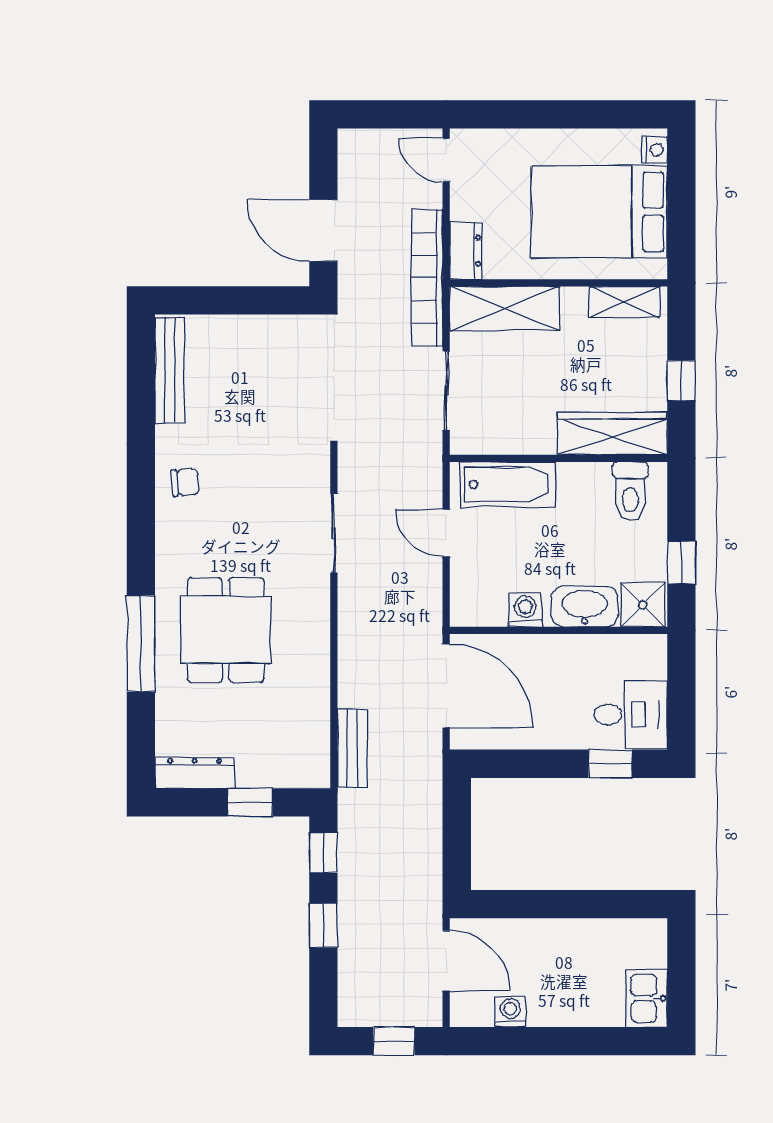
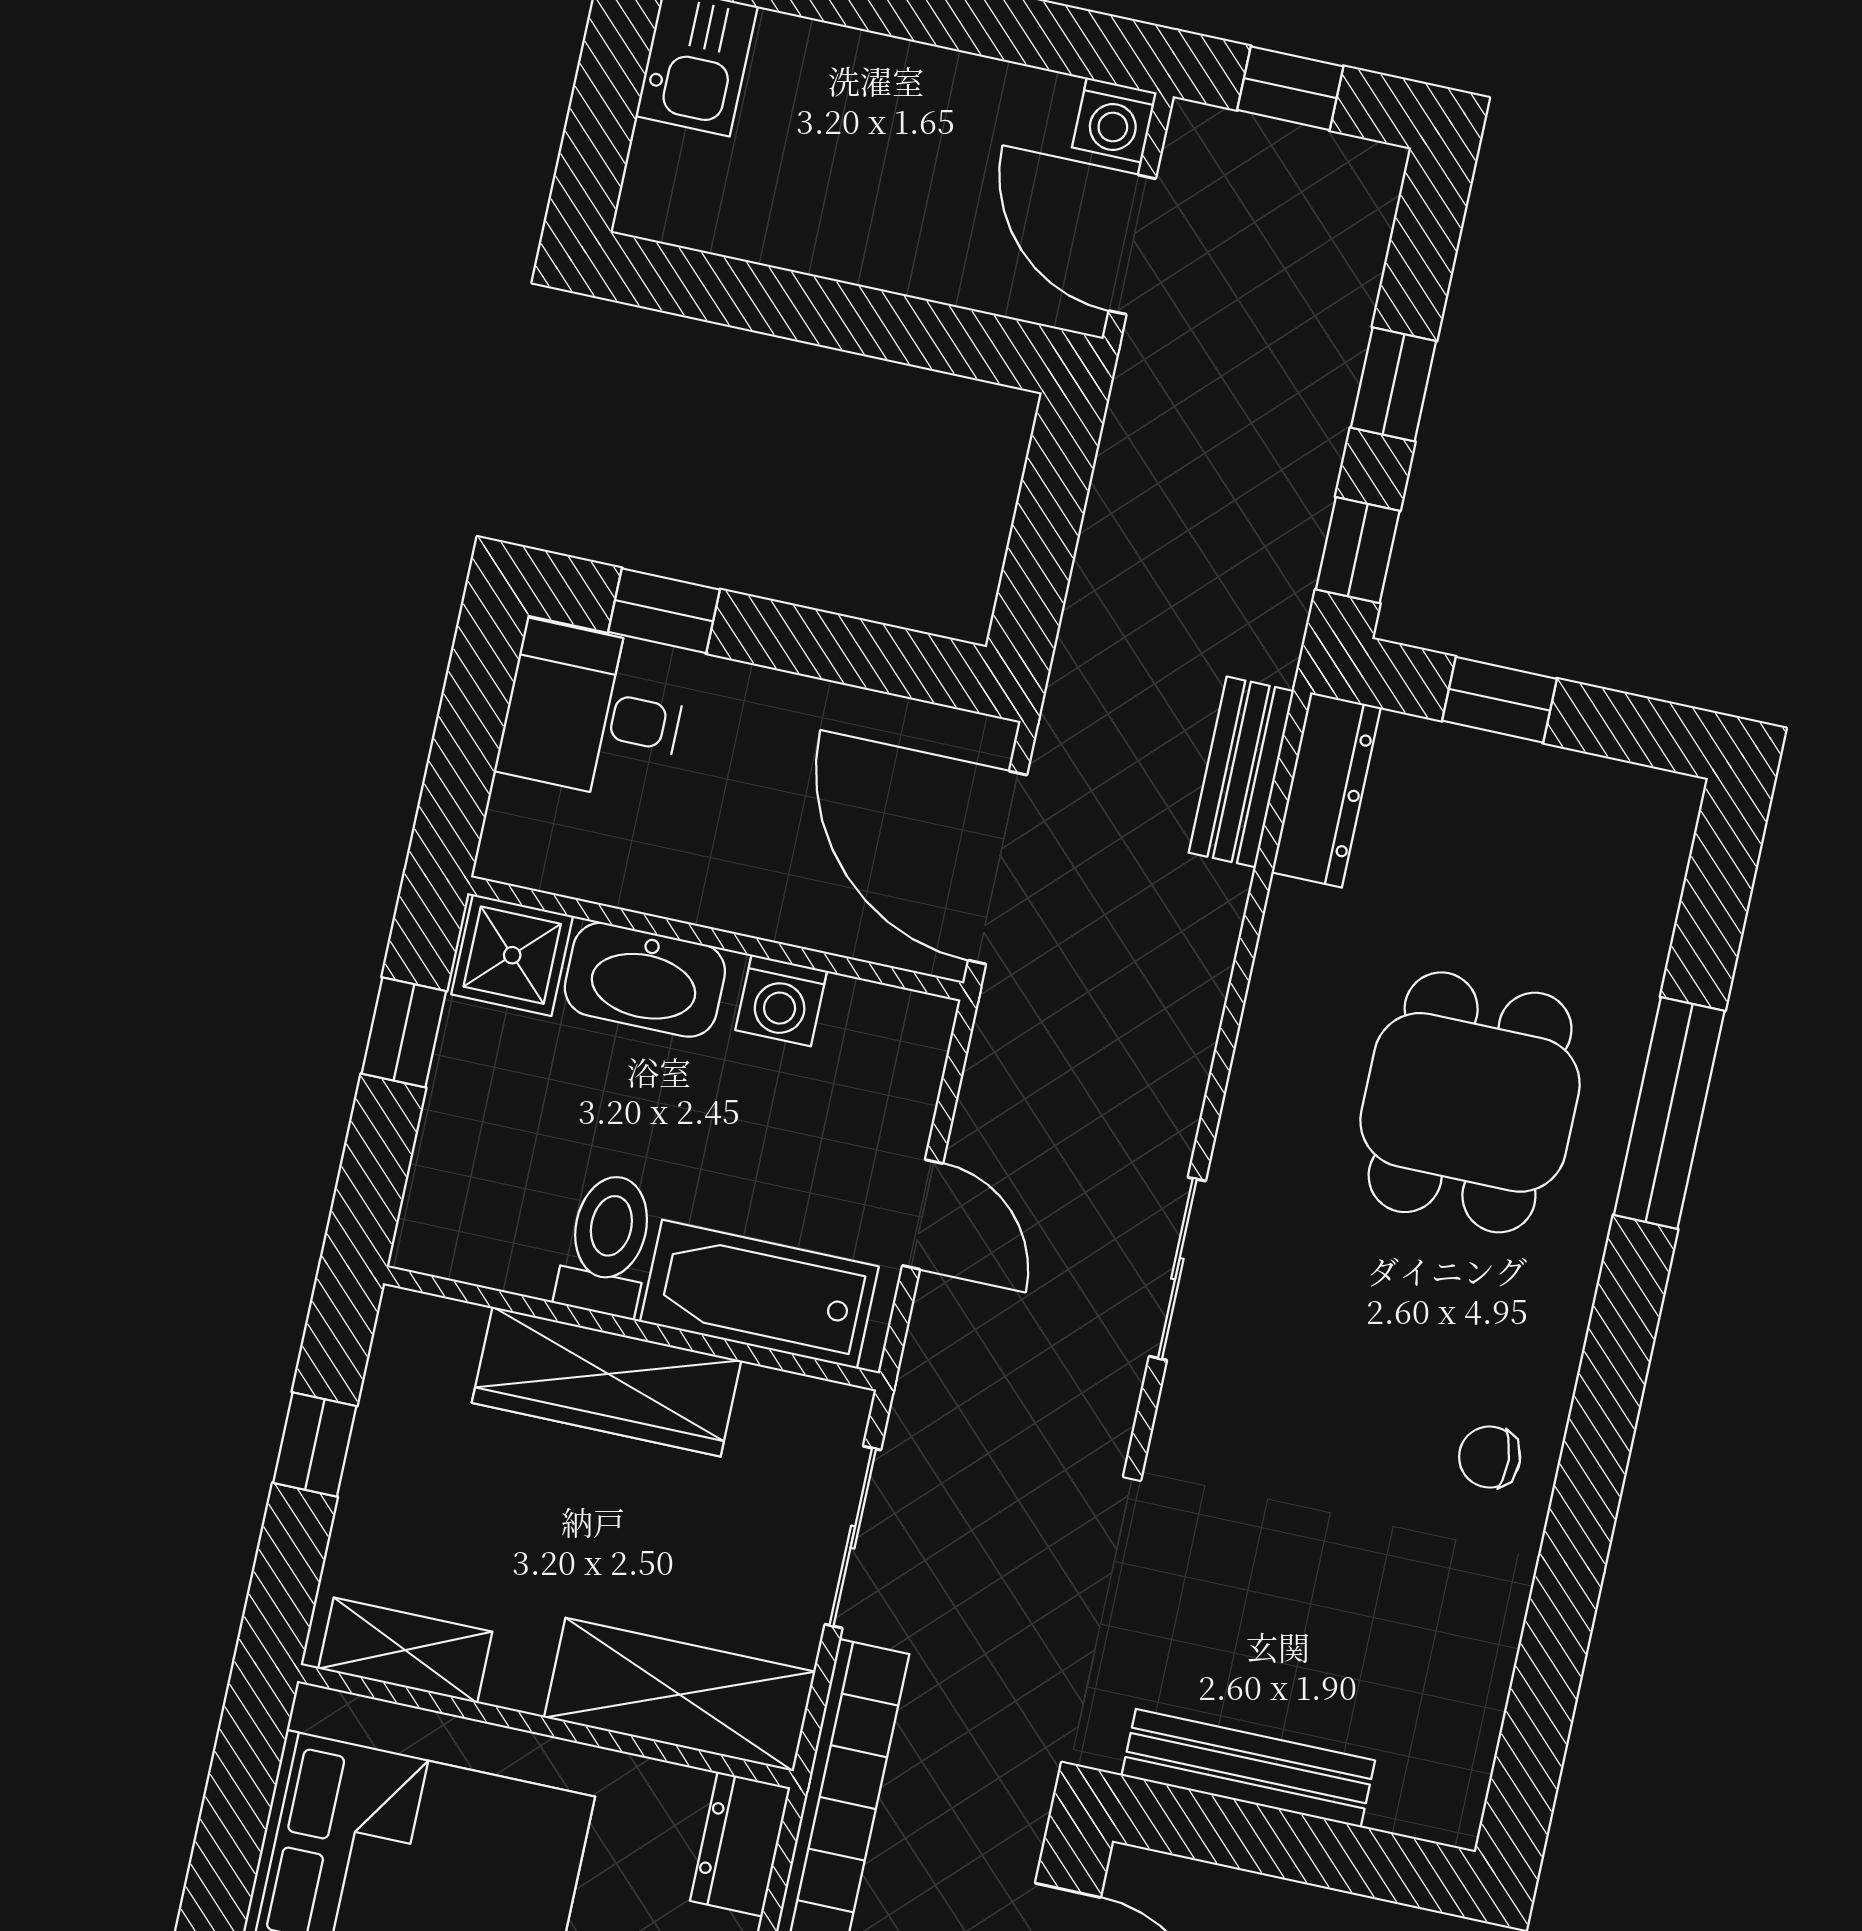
bench: (170, 370) -> (1248, 1768), moved, turned 90
wardrobe: (612, 434) -> (607, 1382), moved
toilet: (630, 491) -> (607, 1245), moved
dresser: (195, 773) -> (1326, 790), moved, turned -90
washing machine: (510, 1012) -> (1114, 120), moved

